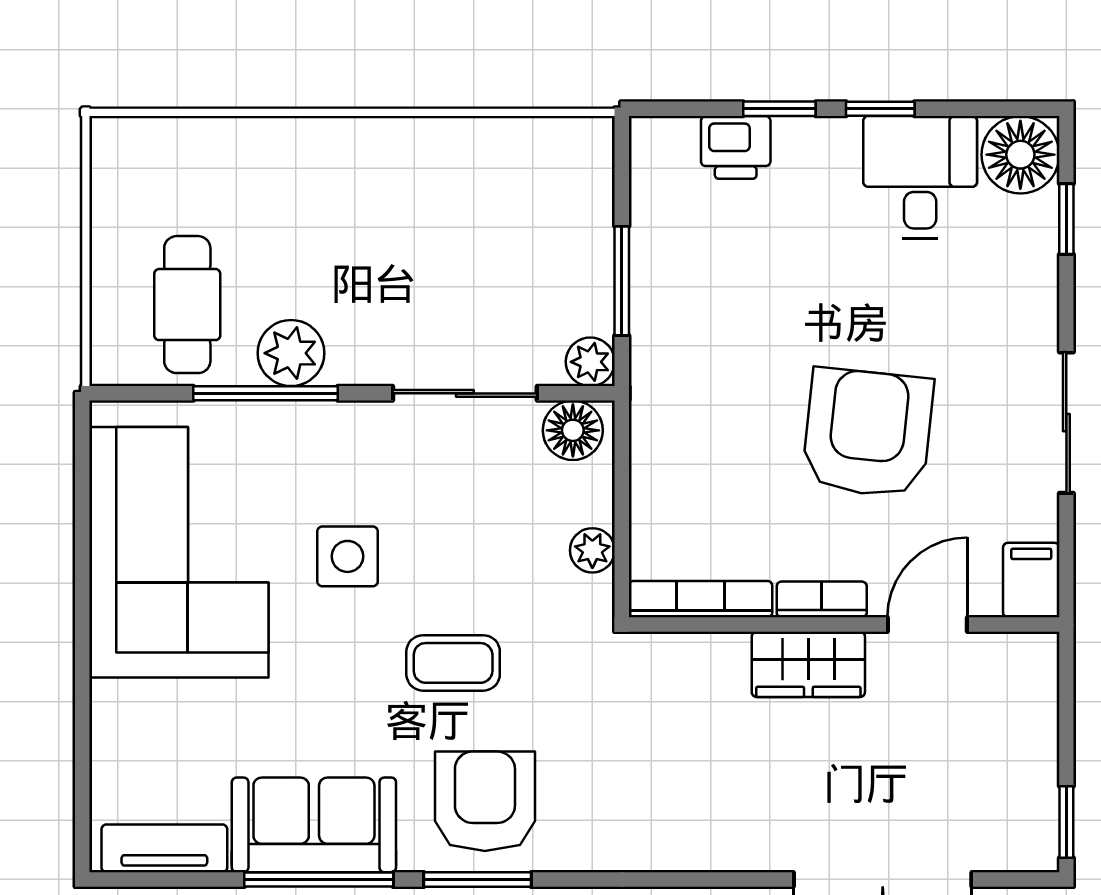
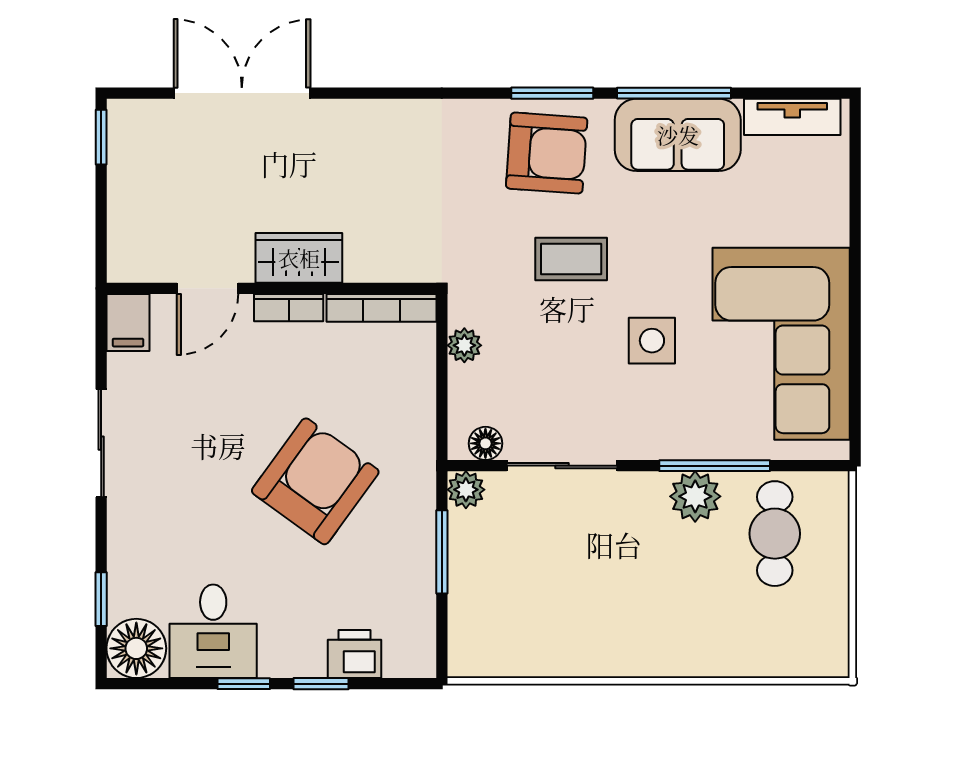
floor lamp: (573, 430) -> (485, 443), width x0.73, depth x0.73
armchair: (868, 433) -> (315, 481), moved, turned -150
armchair: (485, 801) -> (547, 153), turned -86

